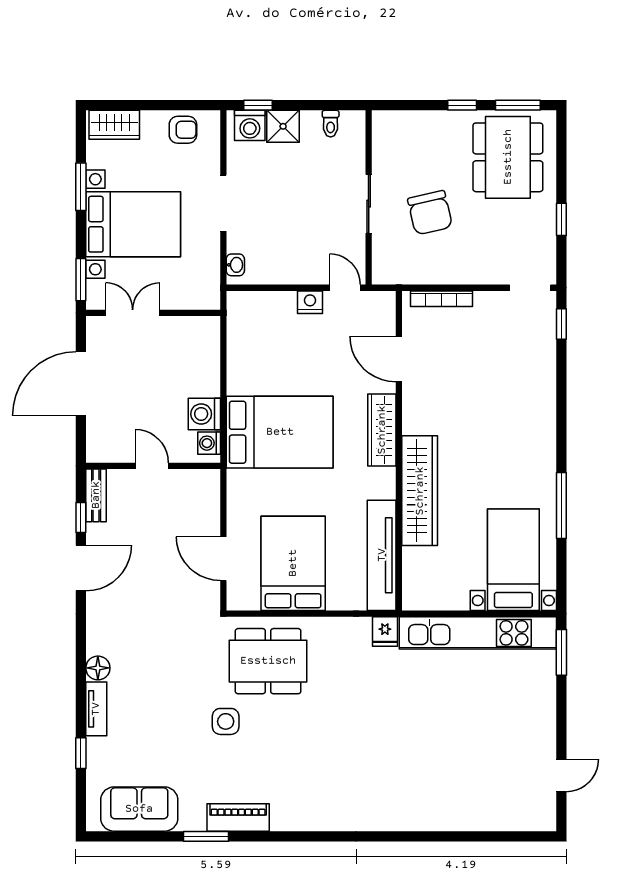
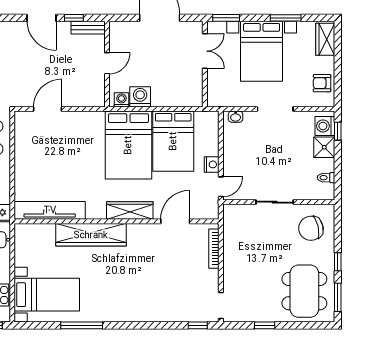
armchair: (183, 130) -> (322, 83), turned 90
dining table: (508, 157) -> (304, 291), turned 90
chair: (430, 213) -> (311, 228), moved
bed: (293, 563) -> (173, 141), moved, turned 90

